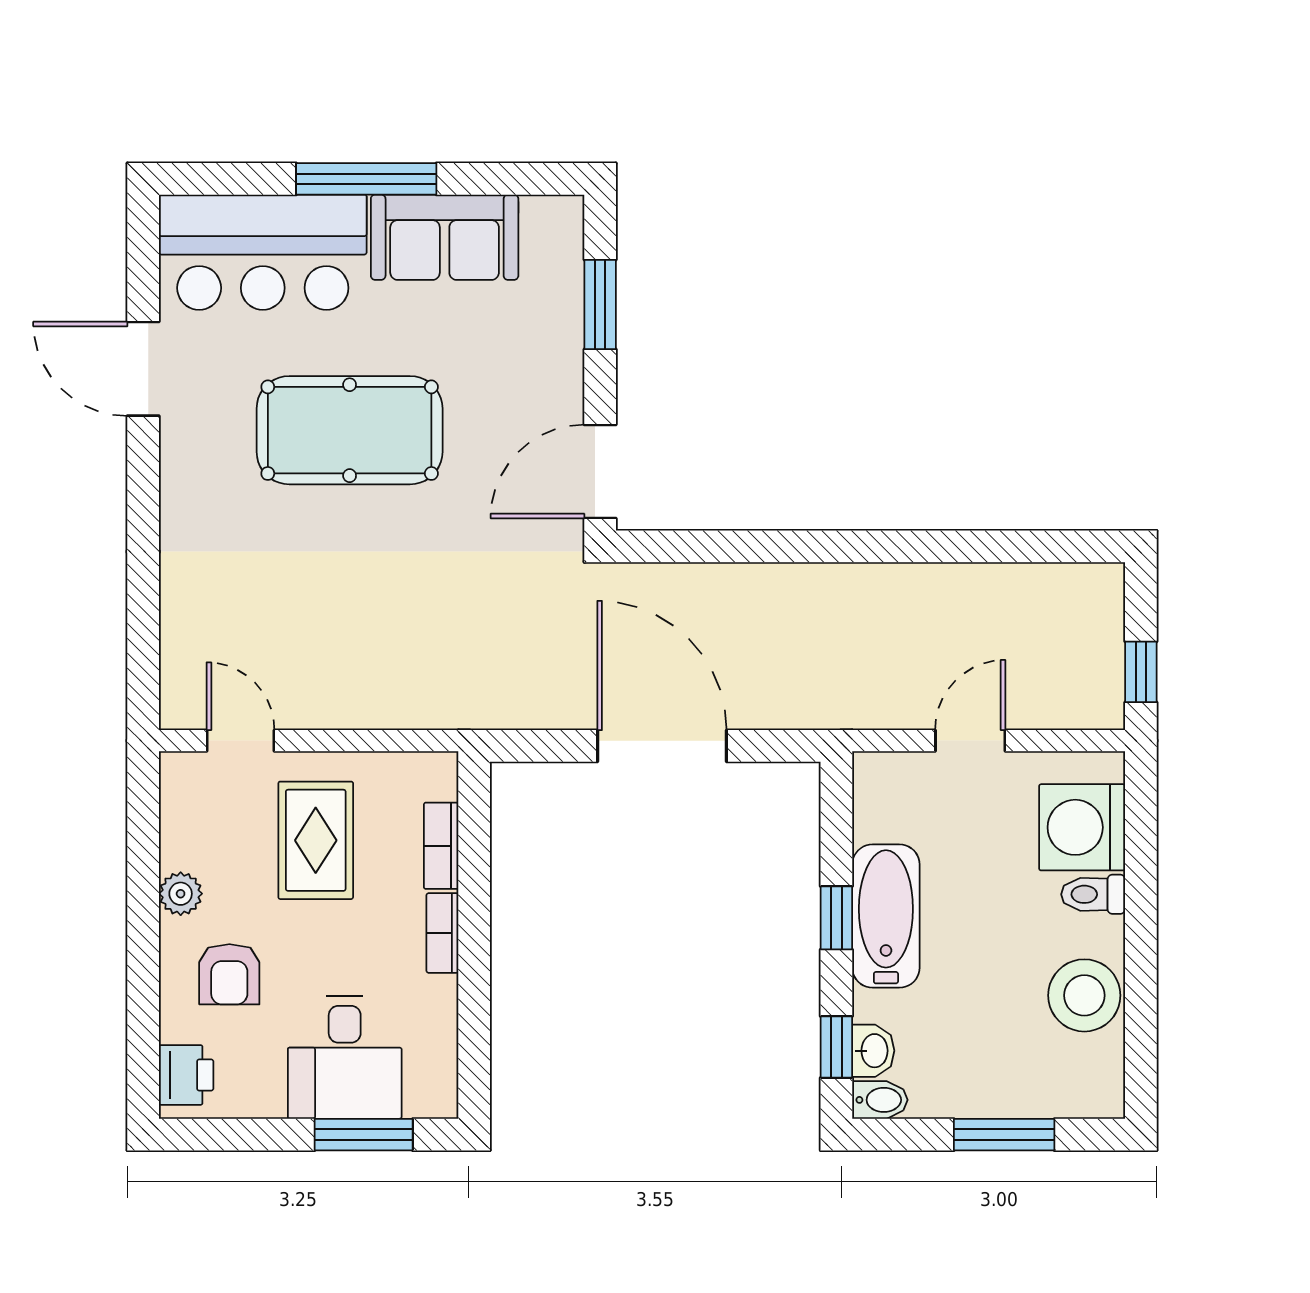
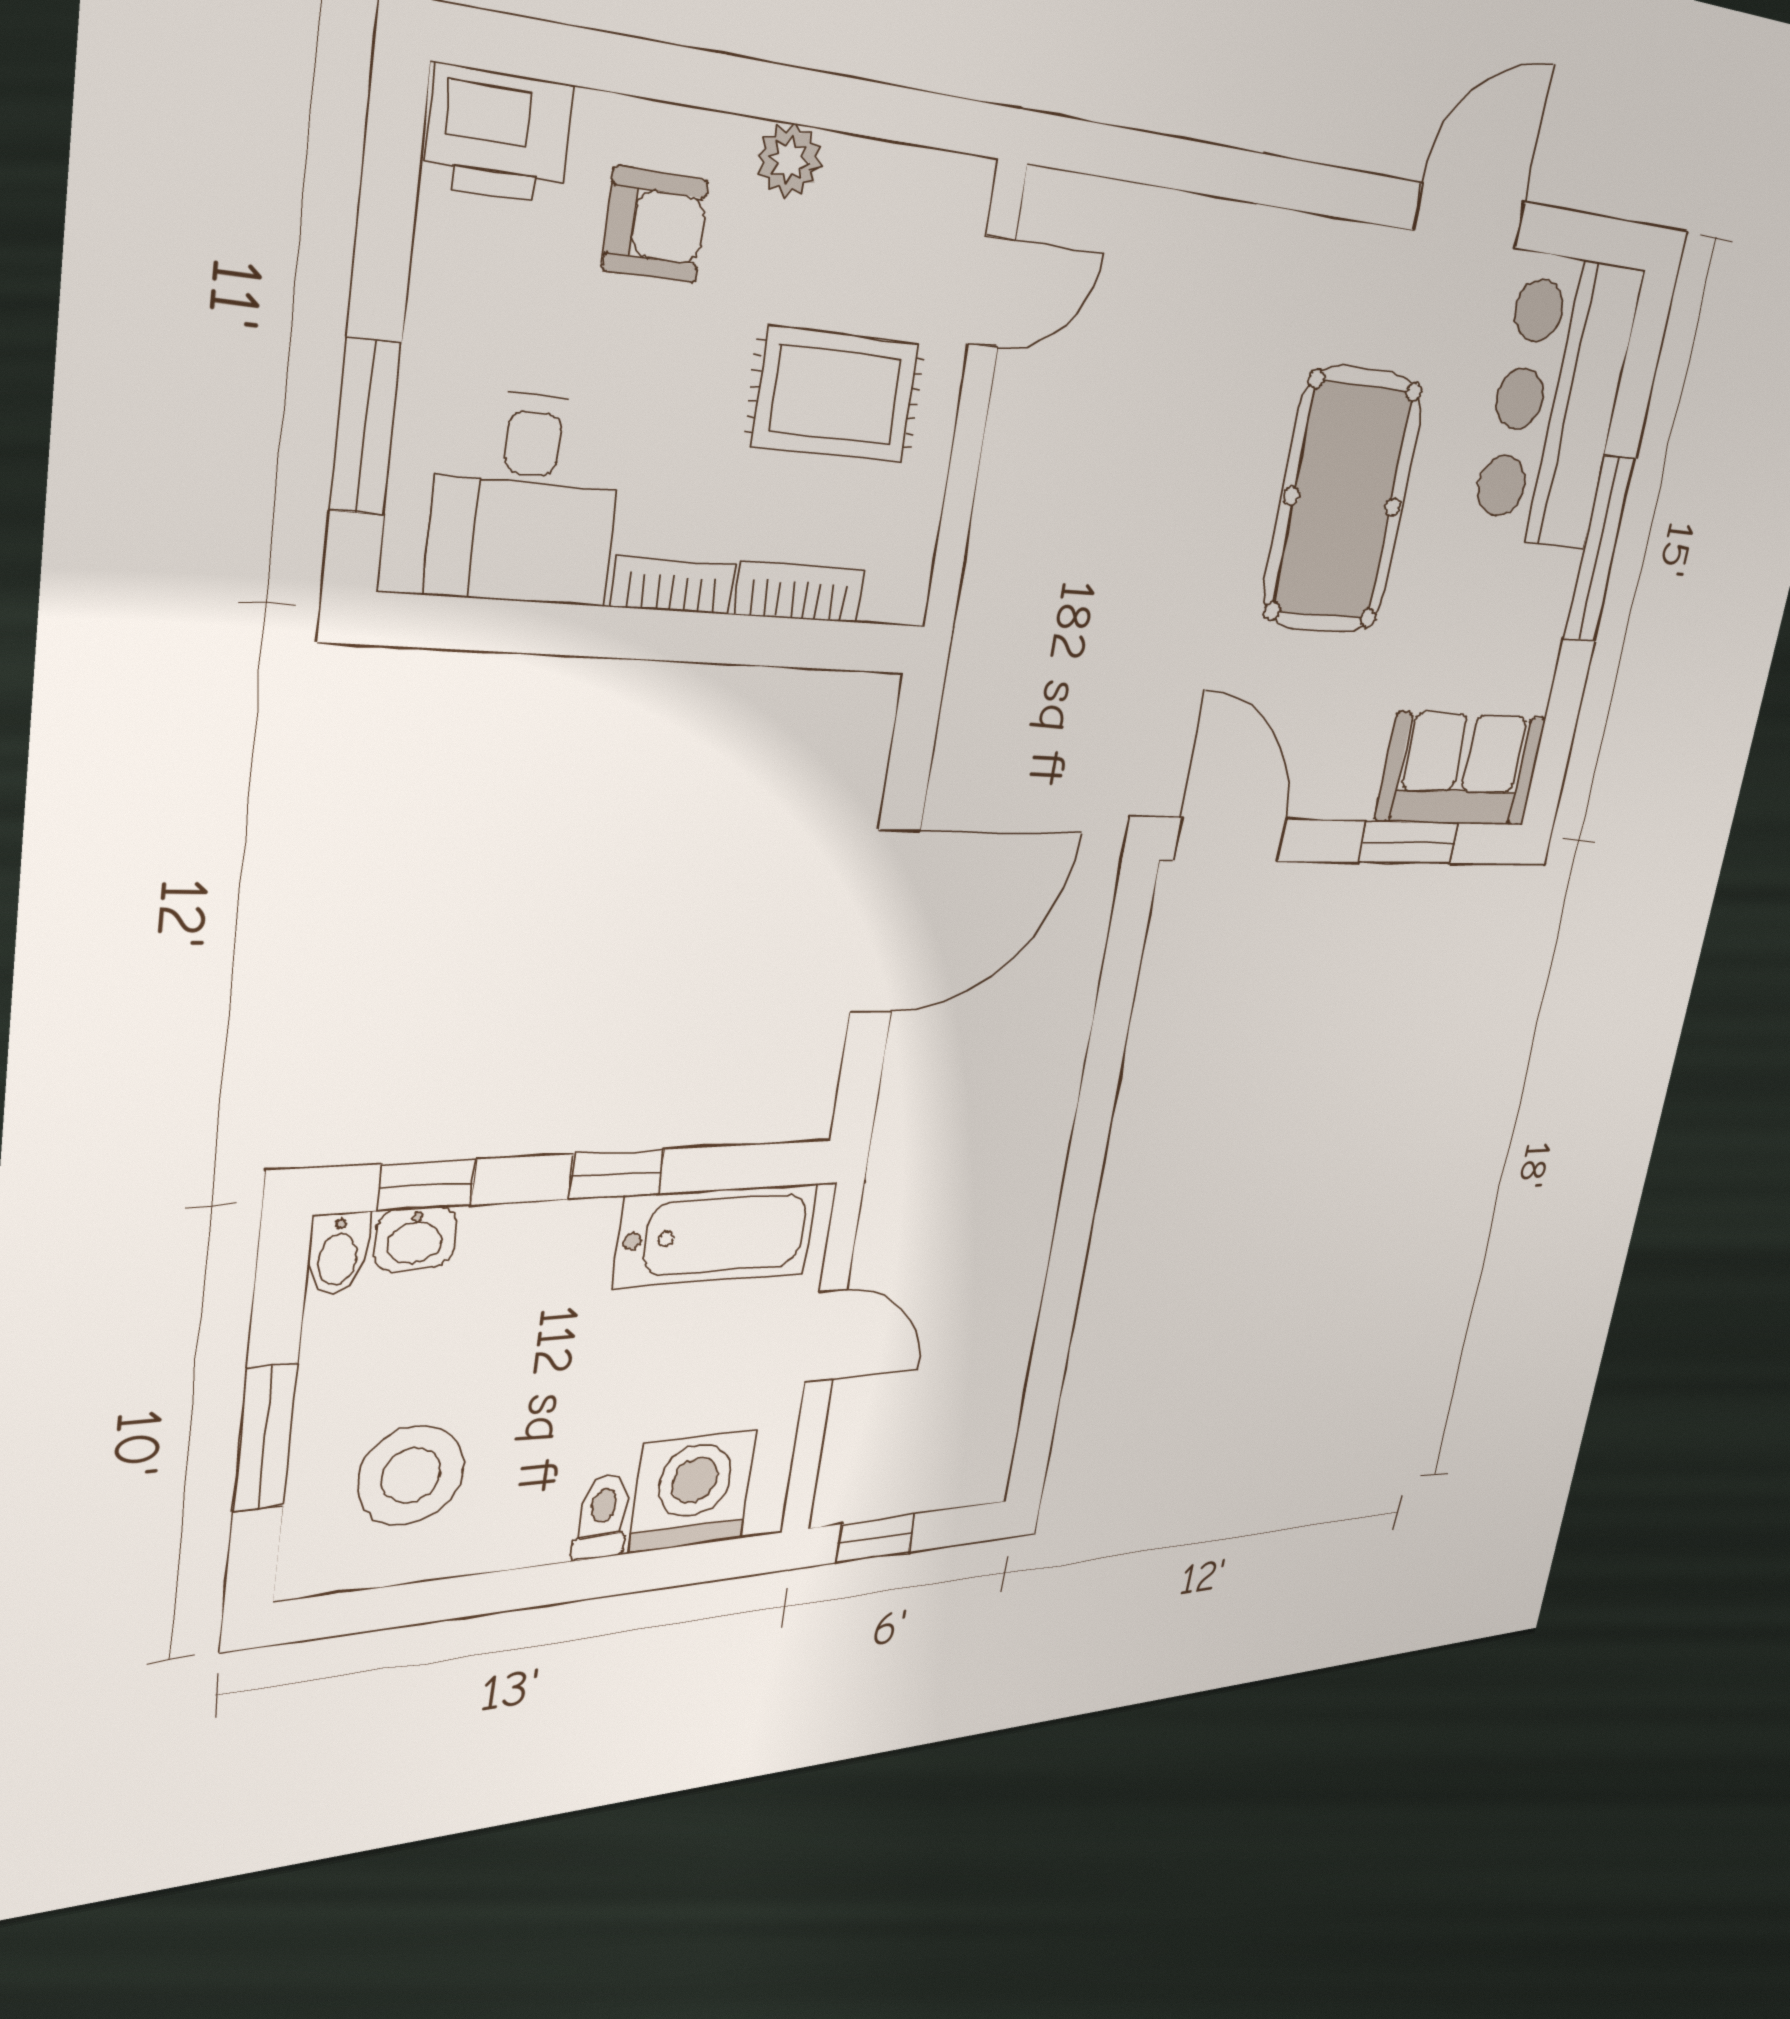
sofa: (445, 237) -> (1461, 769), moved, turned 90
bathtub: (886, 916) -> (716, 1235), moved
armchair: (229, 974) -> (655, 225), turned 180
stool: (1084, 995) -> (411, 1476), moved
desk: (345, 1057) -> (526, 499), moved, turned -90
printer: (186, 1075) -> (499, 135), width x1.36, depth x1.24

